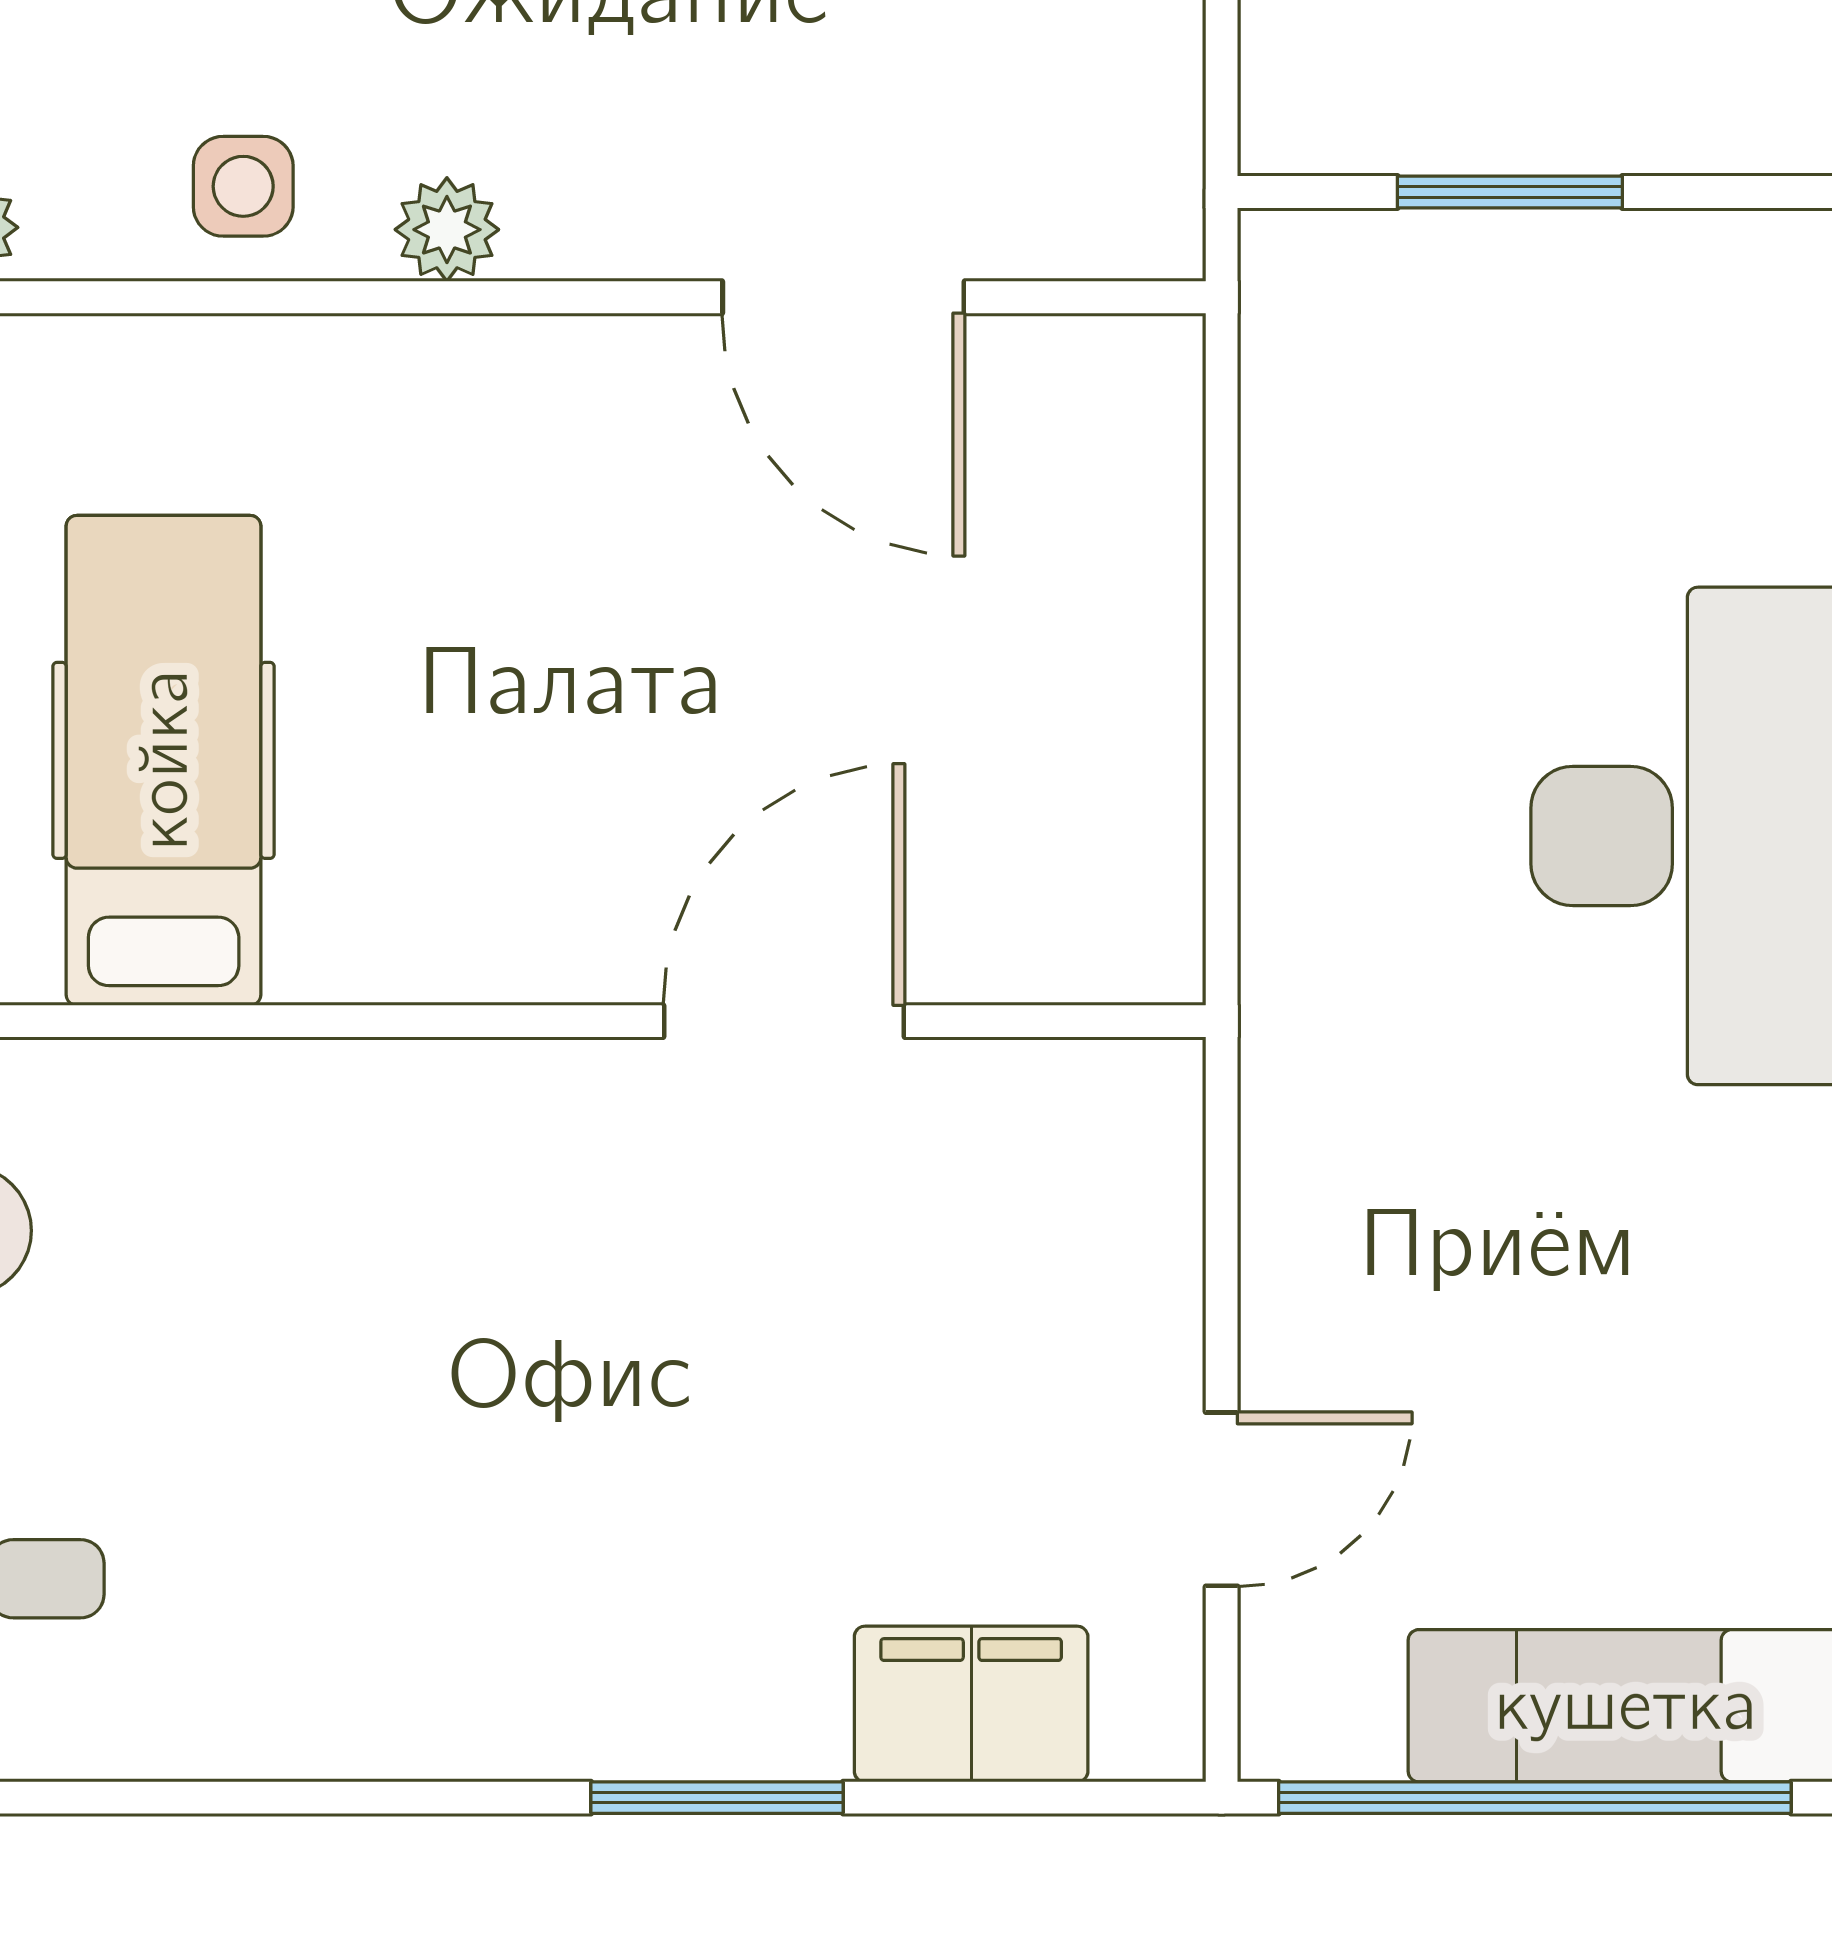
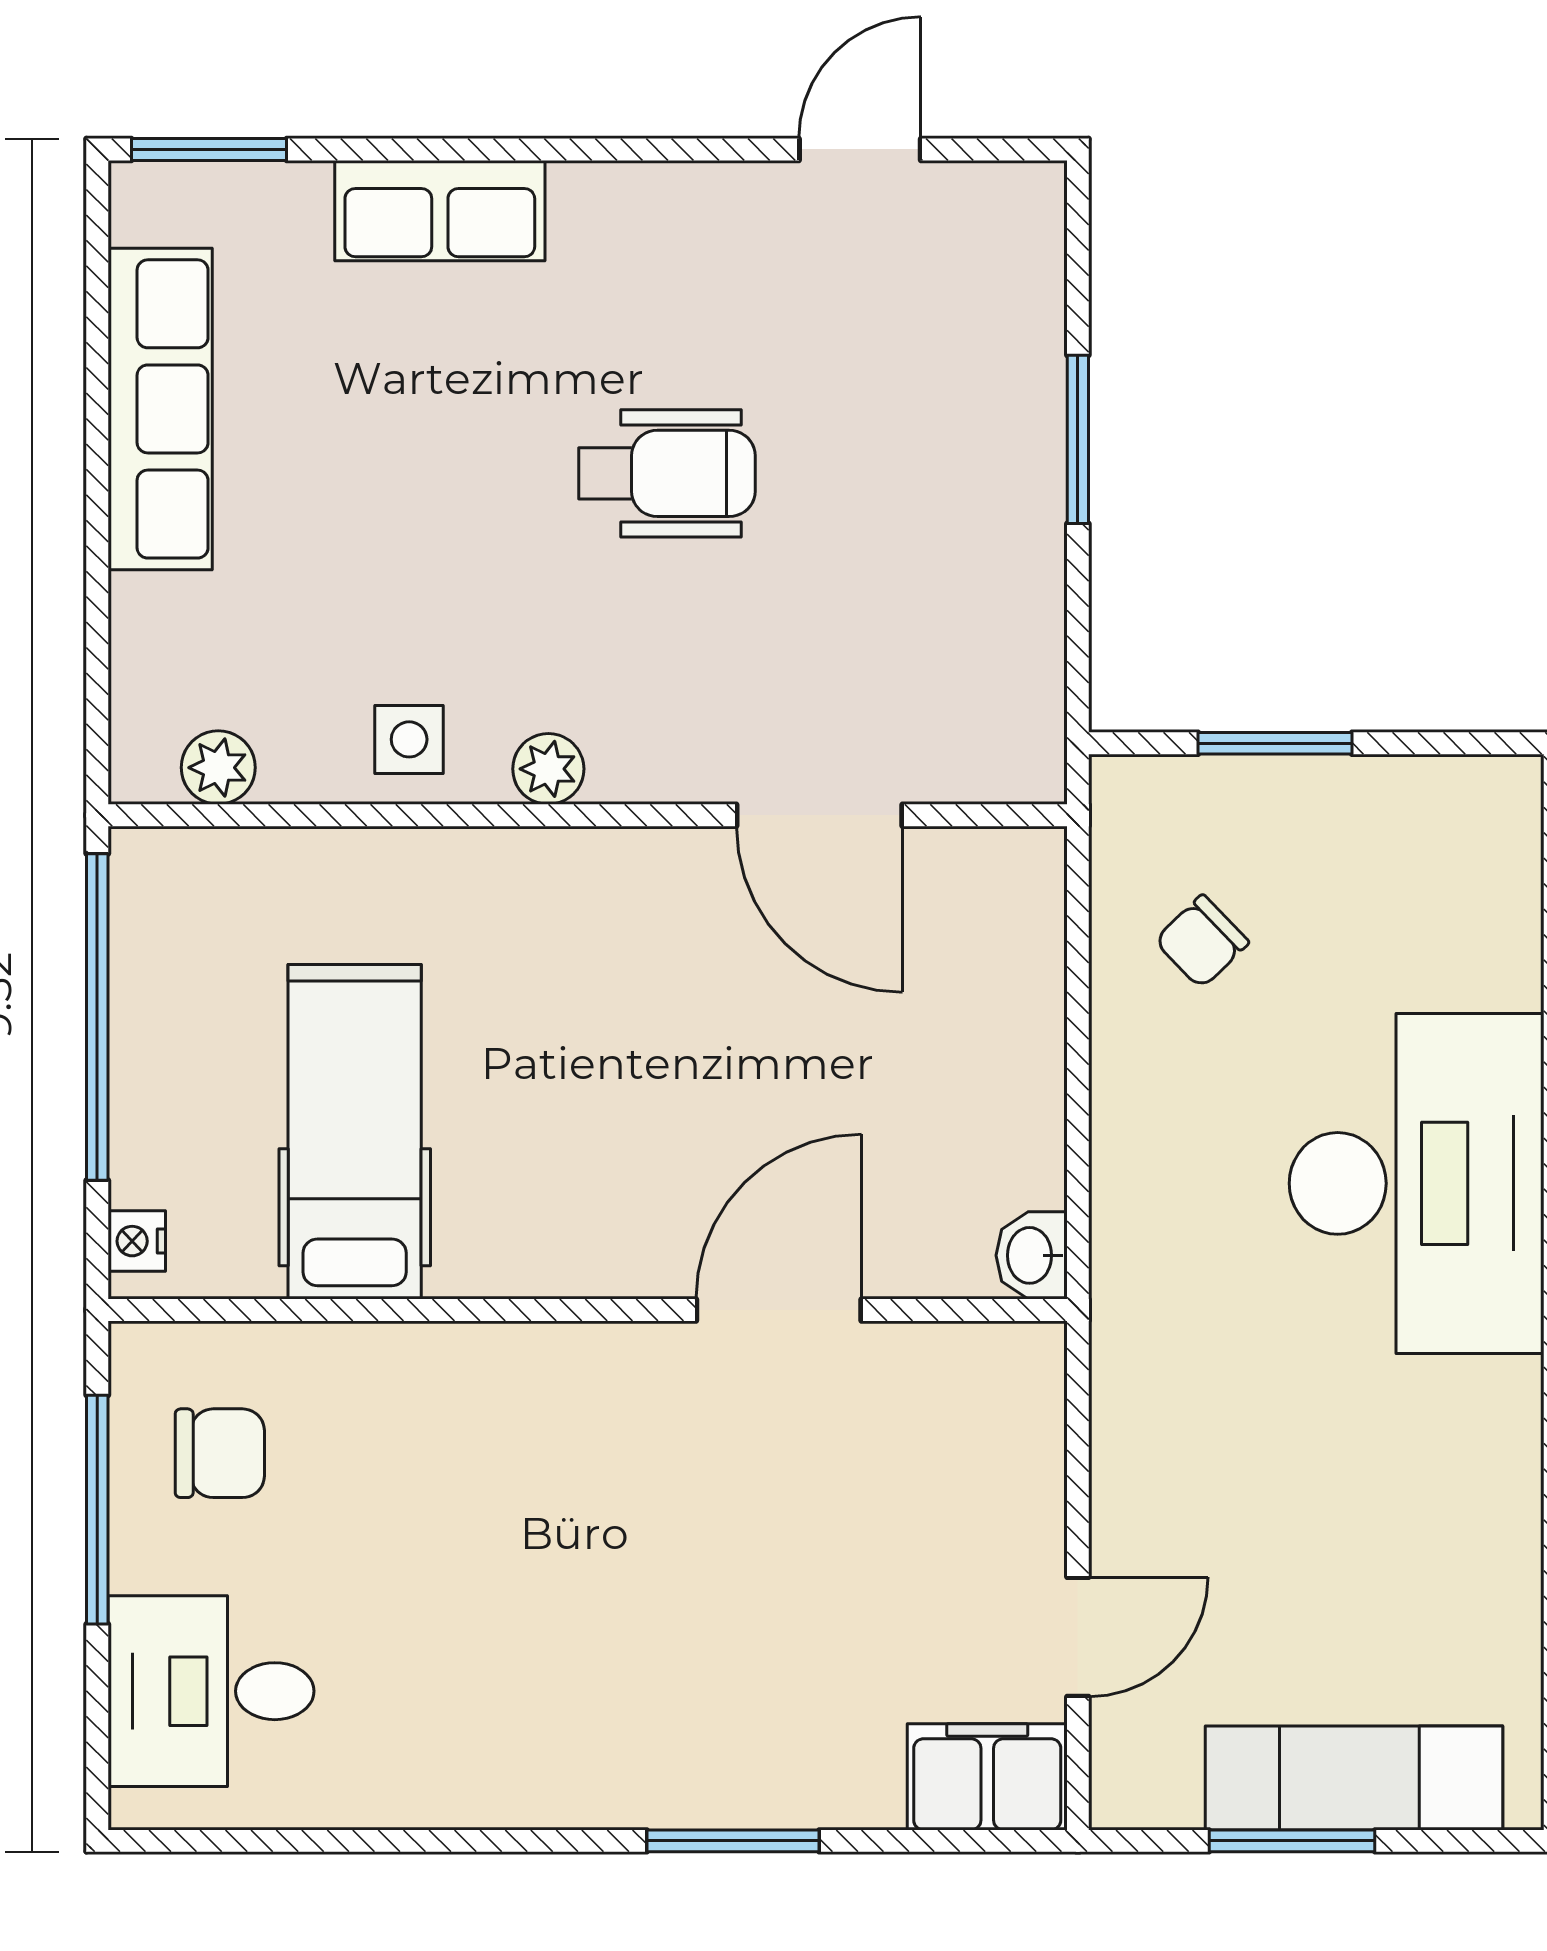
chair: (1403, 482) -> (1202, 941), added
washbasin: (1154, 941) -> (1032, 1255), added
filing cabinet: (971, 1704) -> (987, 1777), moved
window: (1535, 1798) -> (1292, 1841), width x0.47

